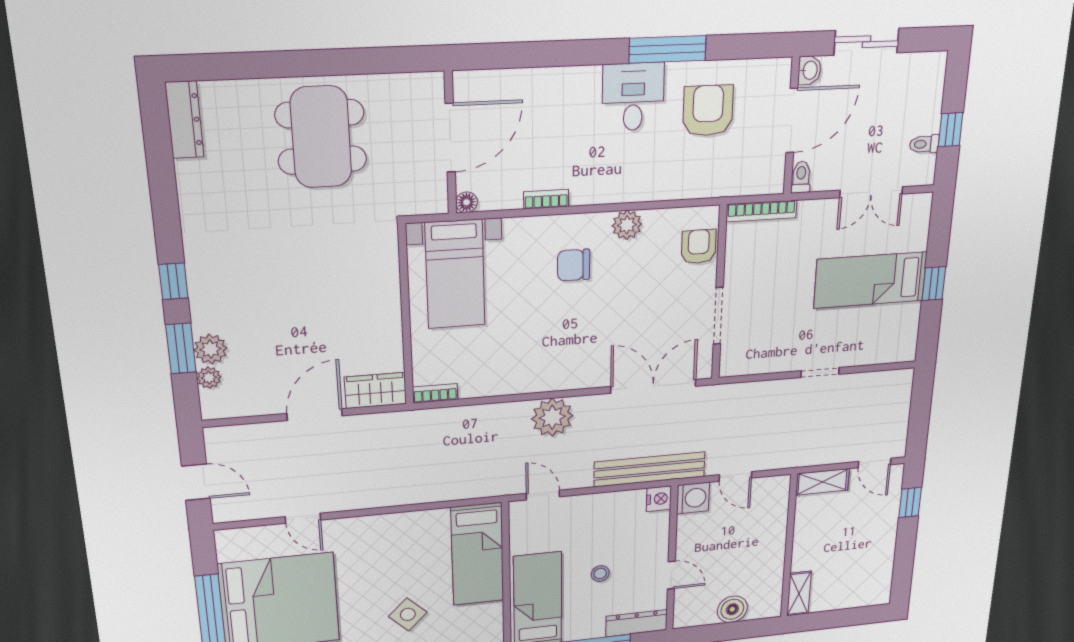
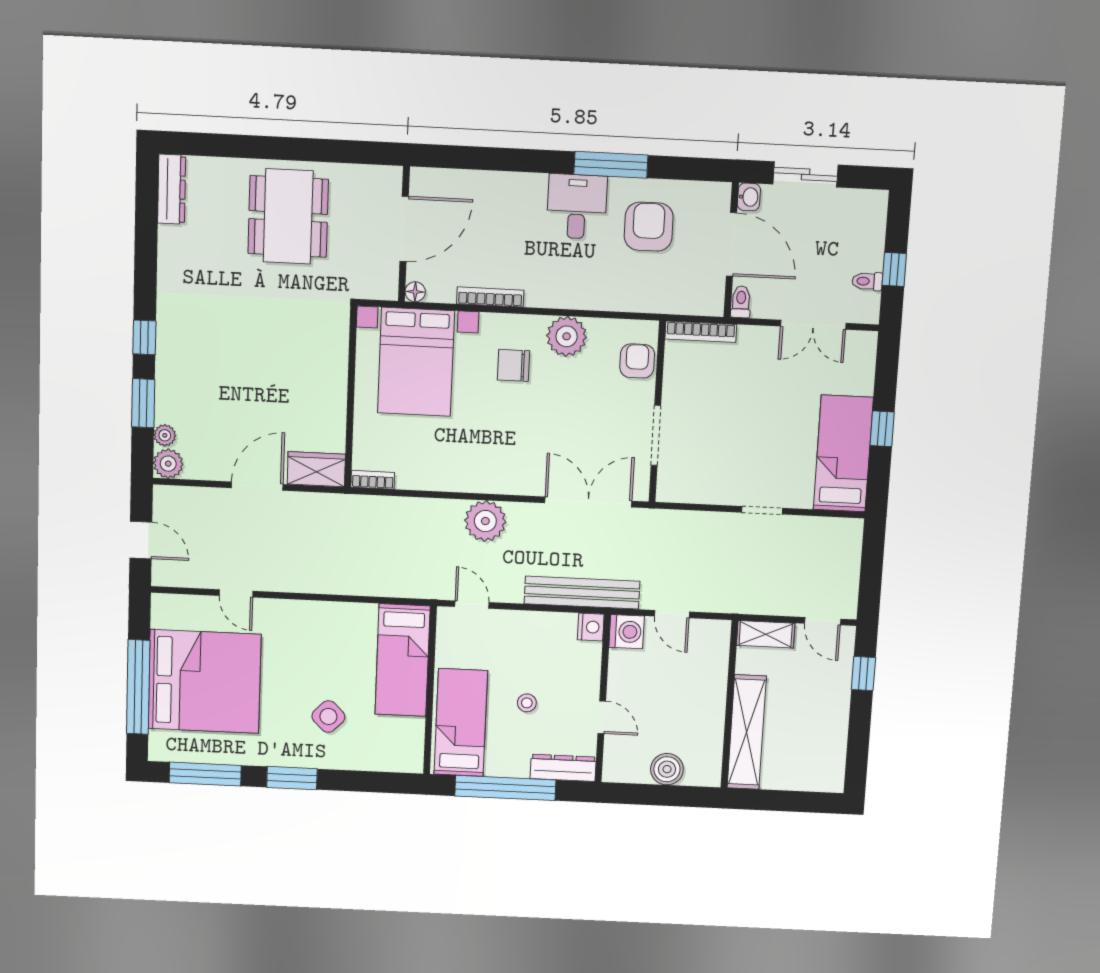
door: (792, 121) -> (732, 244), hinge flipped
bookcase: (546, 199) -> (490, 297), width x1.56
plant: (627, 225) -> (567, 336), width x1.36, depth x1.36
bed with nightstands: (455, 274) -> (416, 362), width x1.36
bed: (870, 280) -> (843, 453), moved, turned 90
plant: (210, 349) -> (168, 464), moved
shelving: (799, 594) -> (747, 732), width x2.20, depth x1.33

